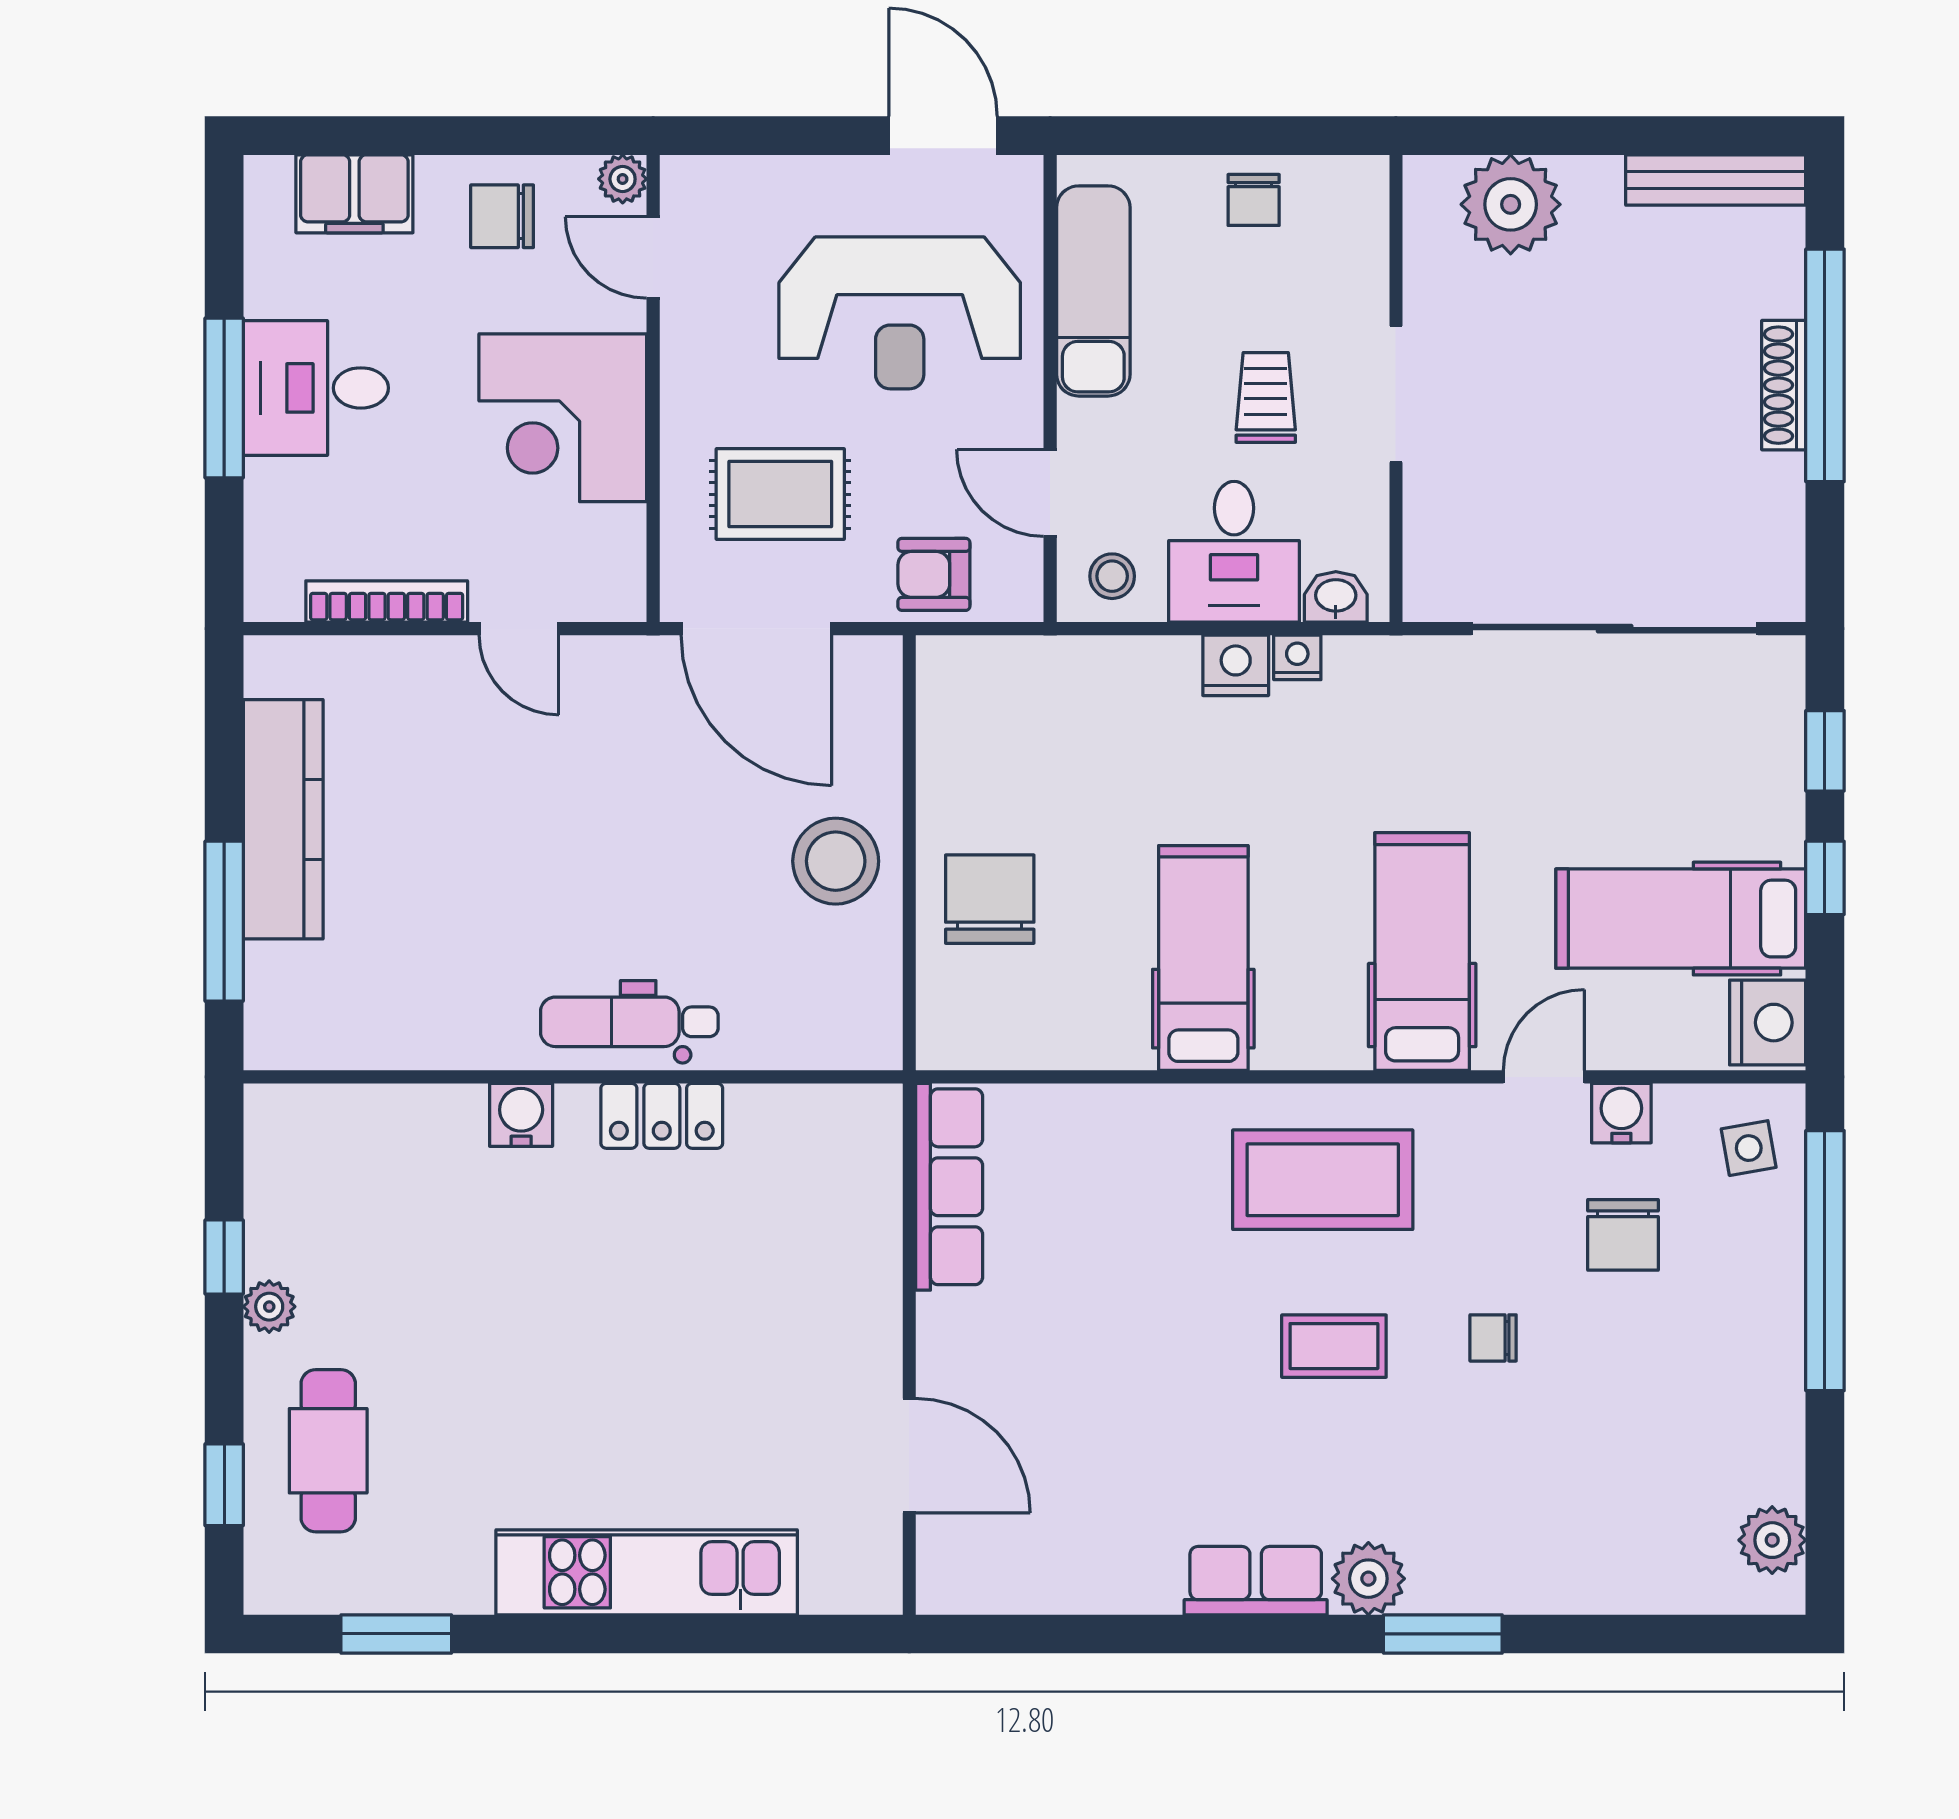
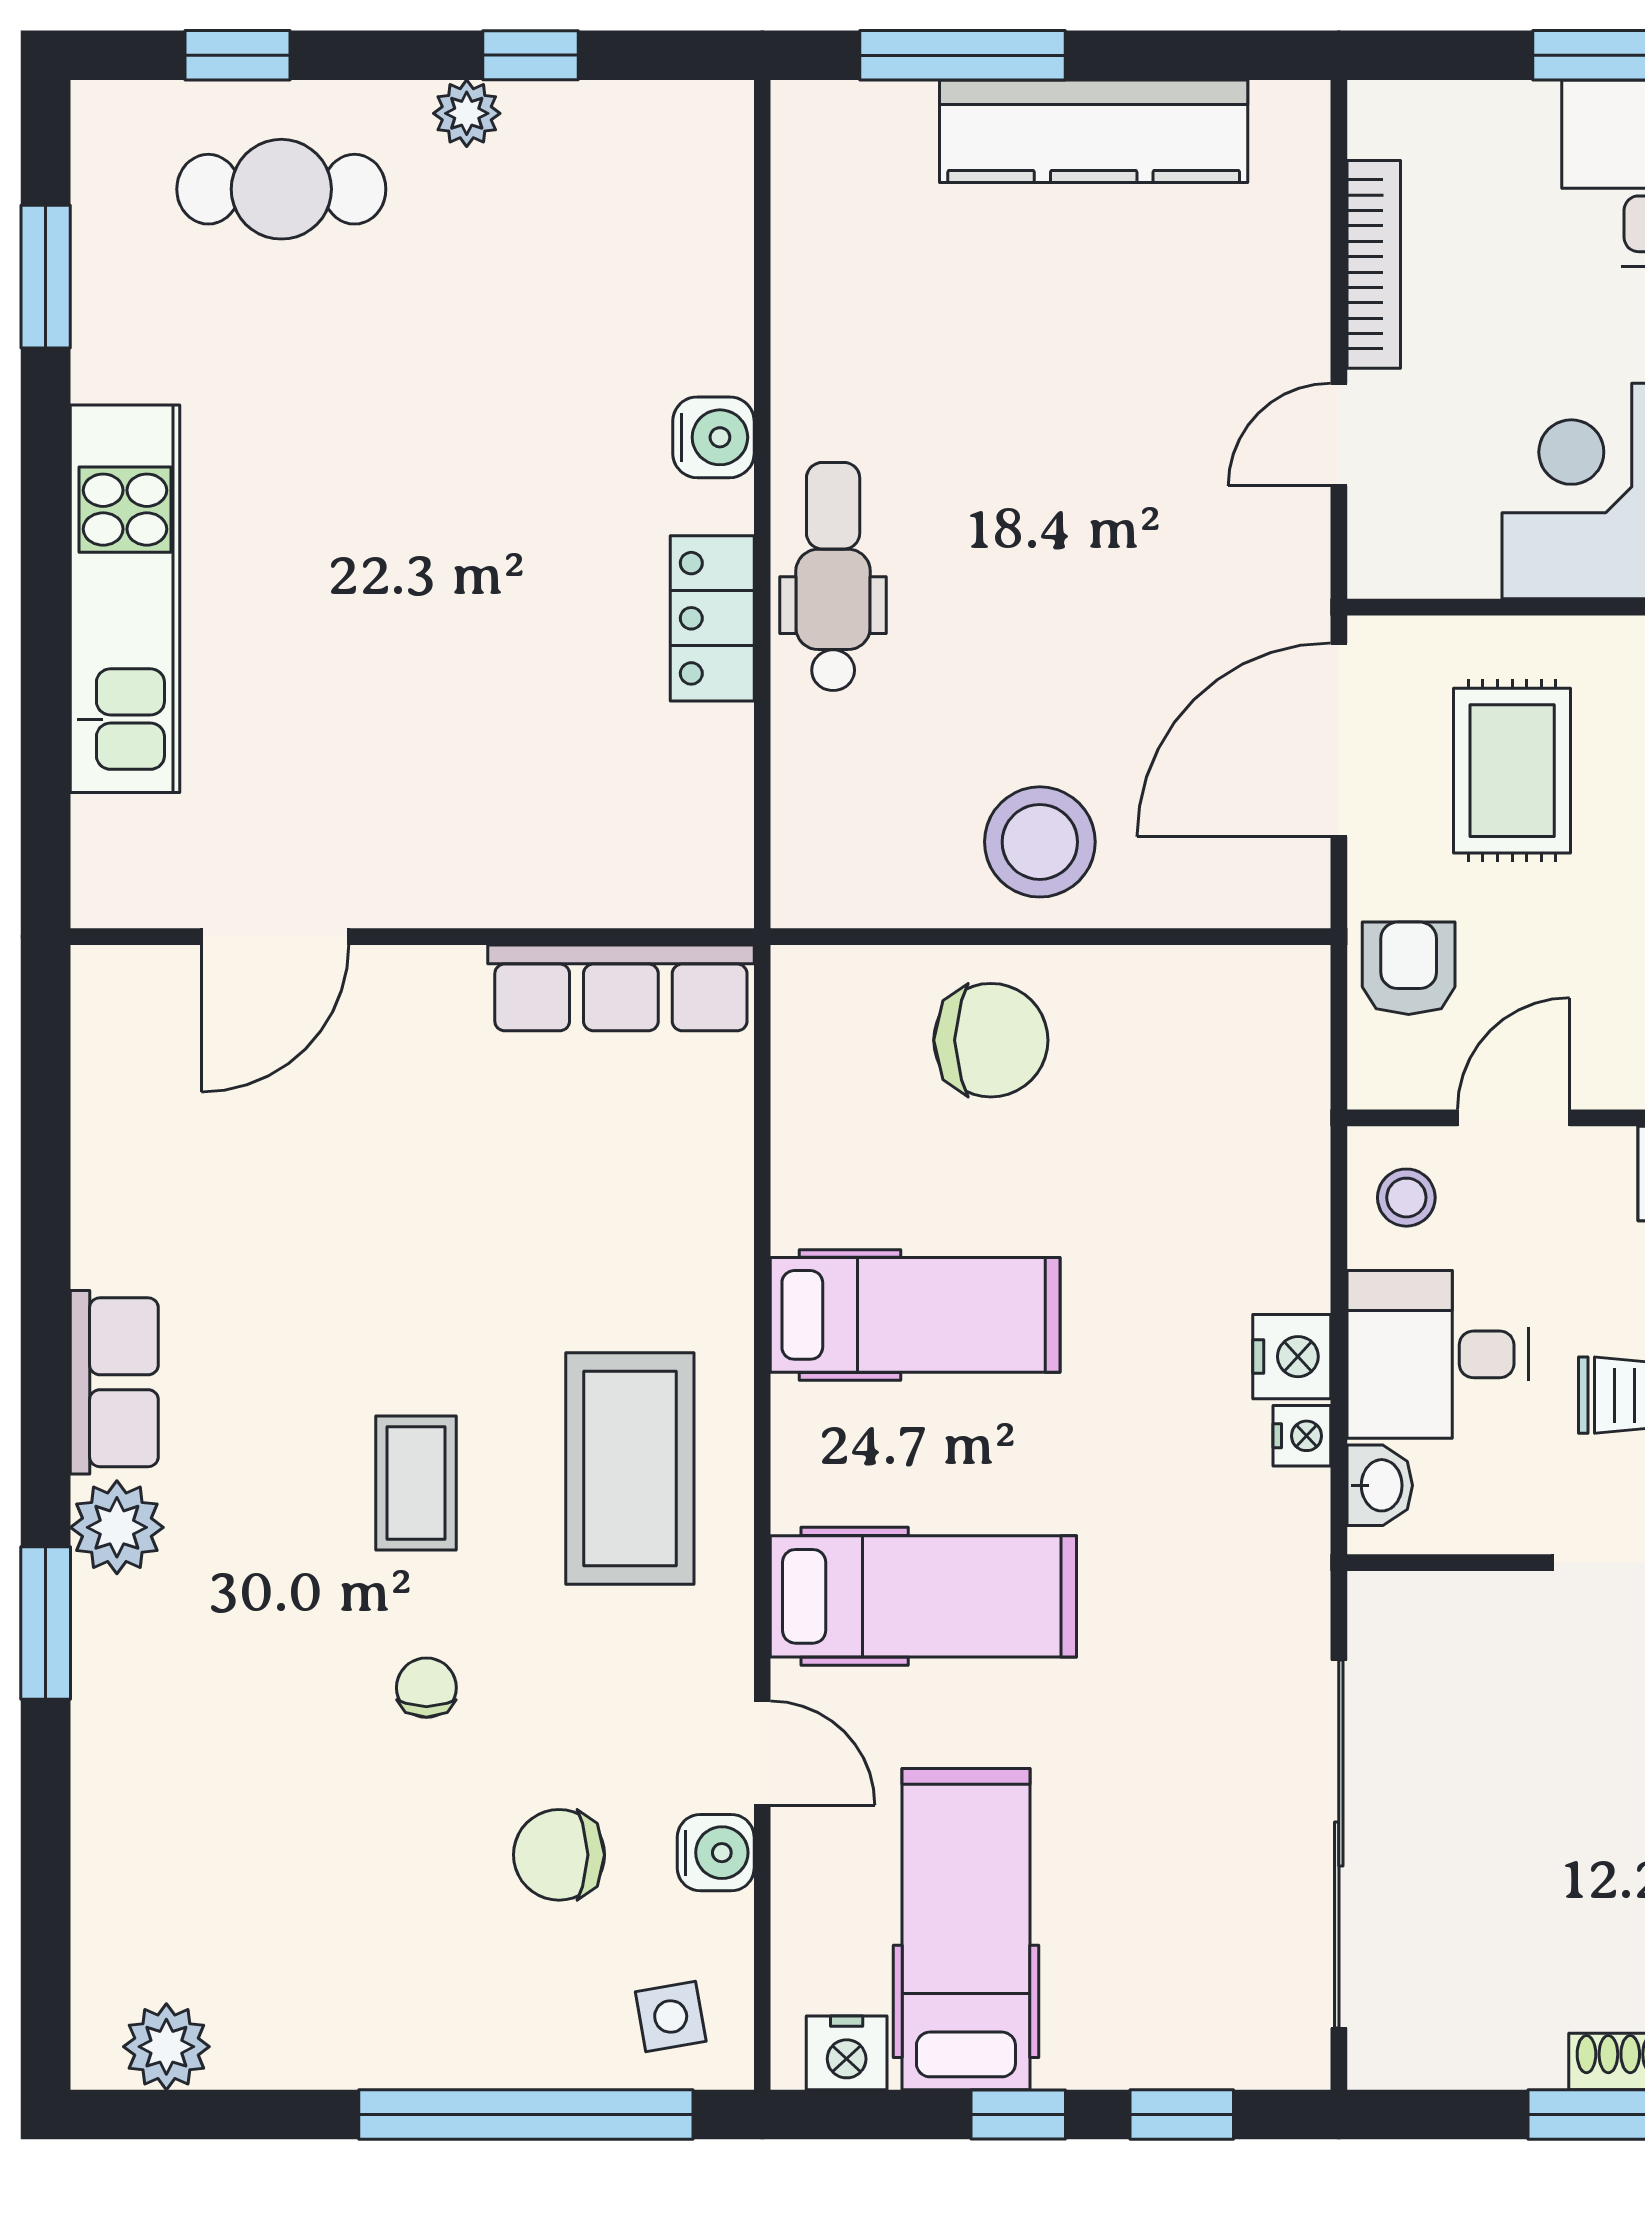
nightstand: (1768, 1023) -> (847, 2053), width x0.74, depth x0.75

